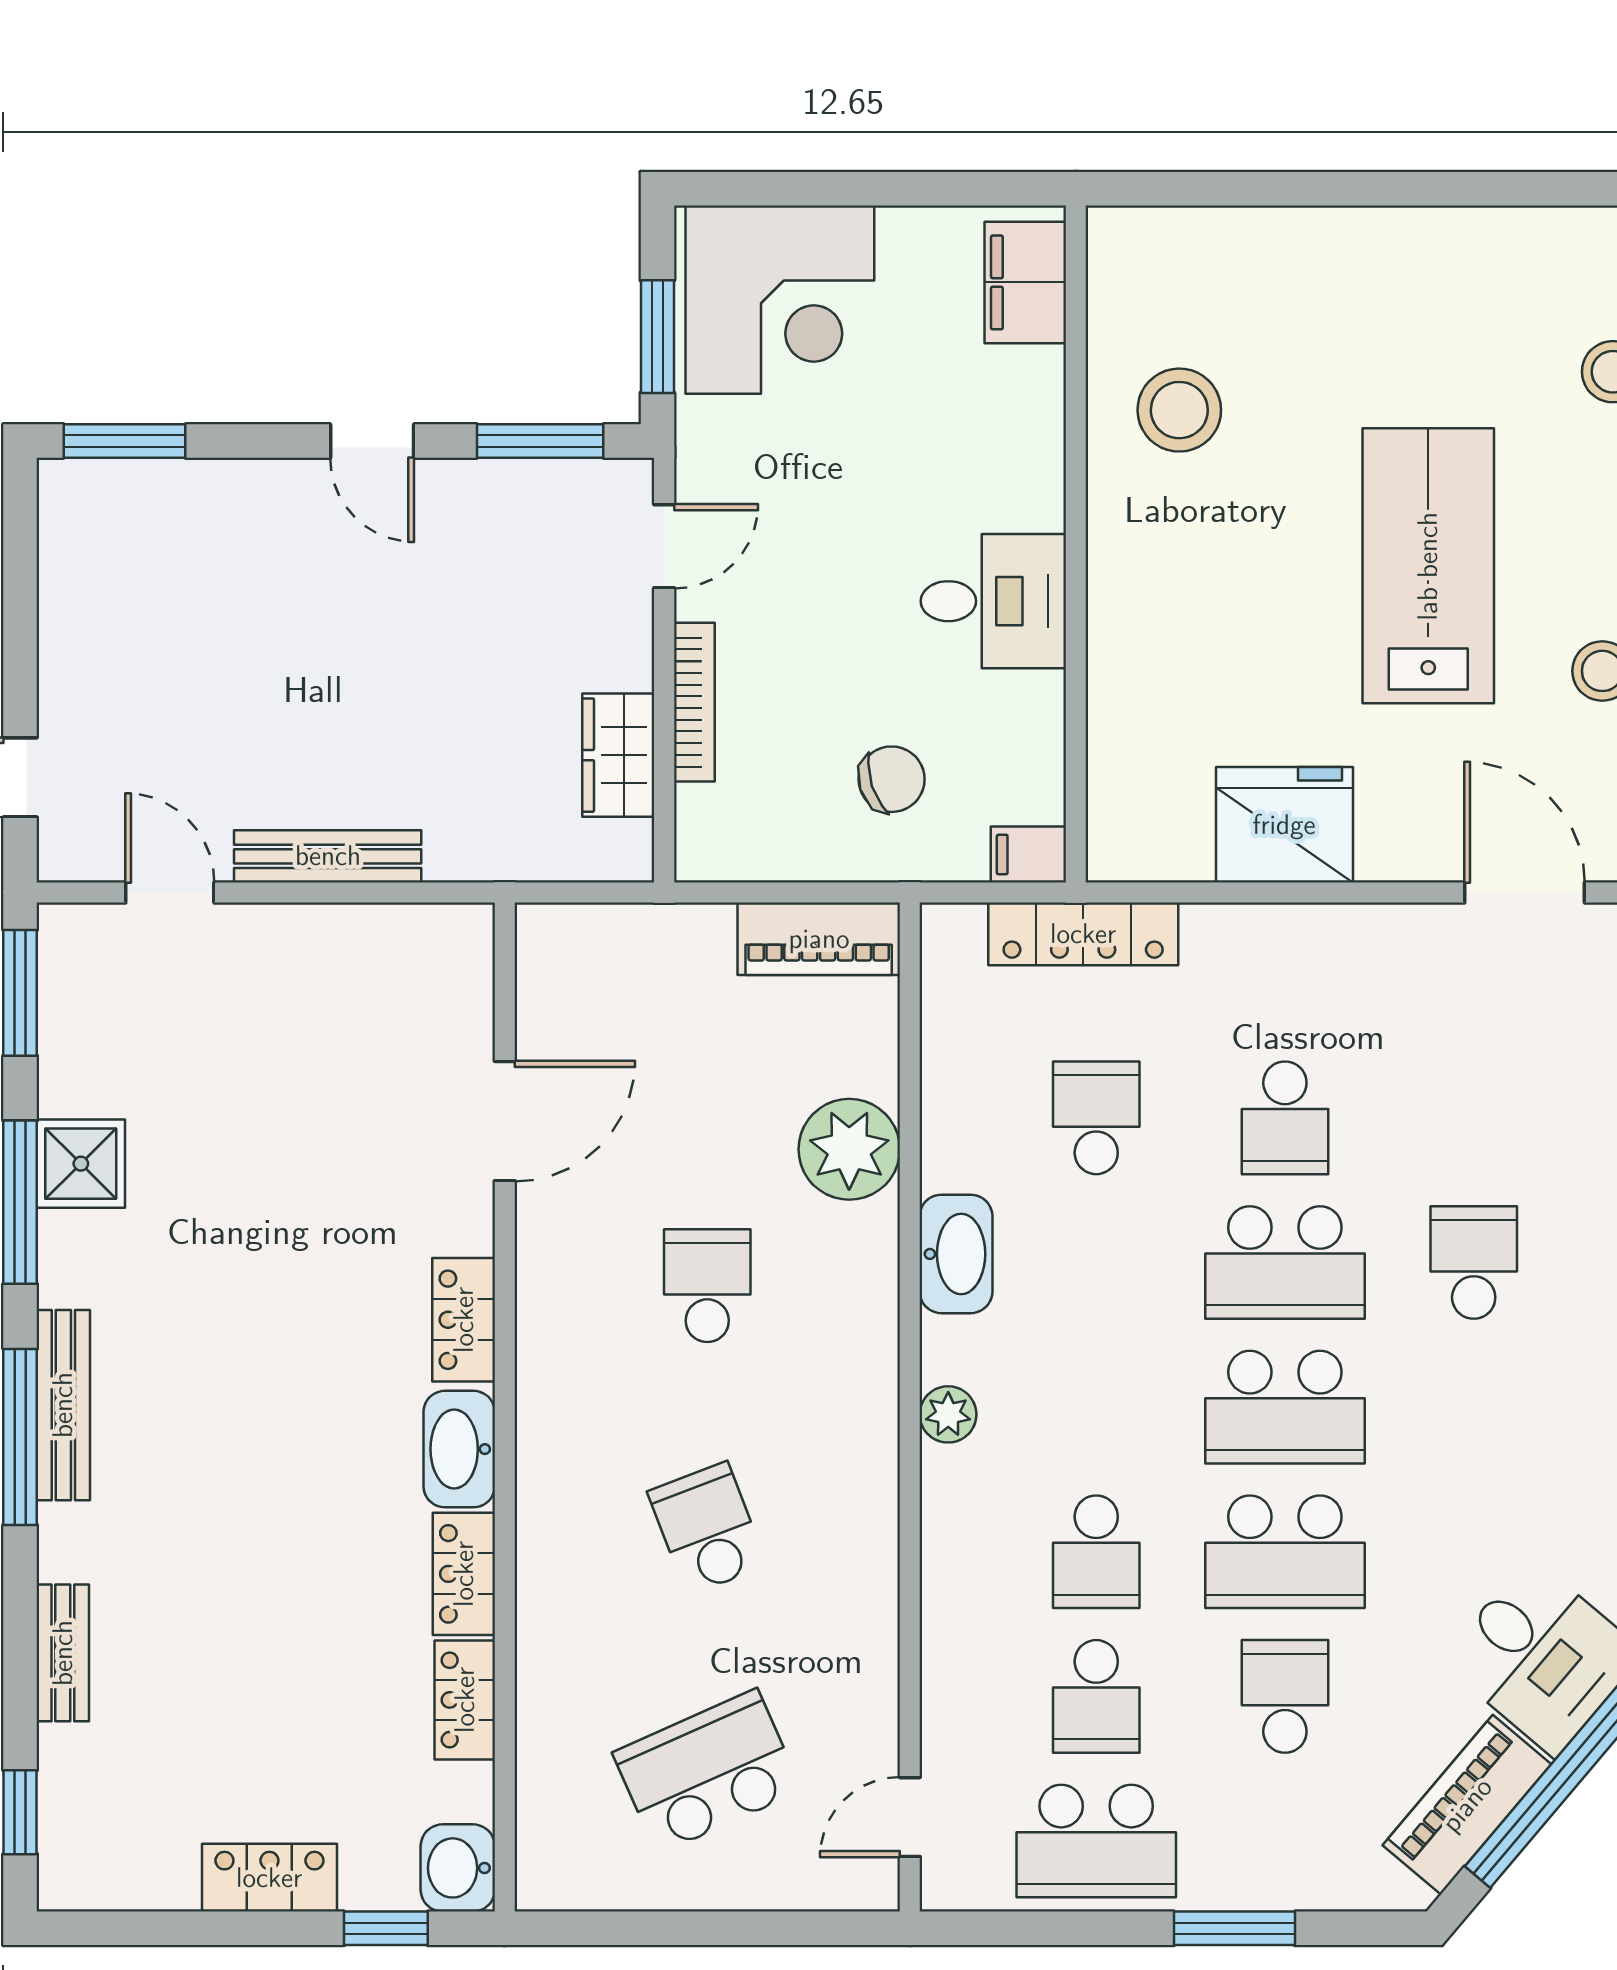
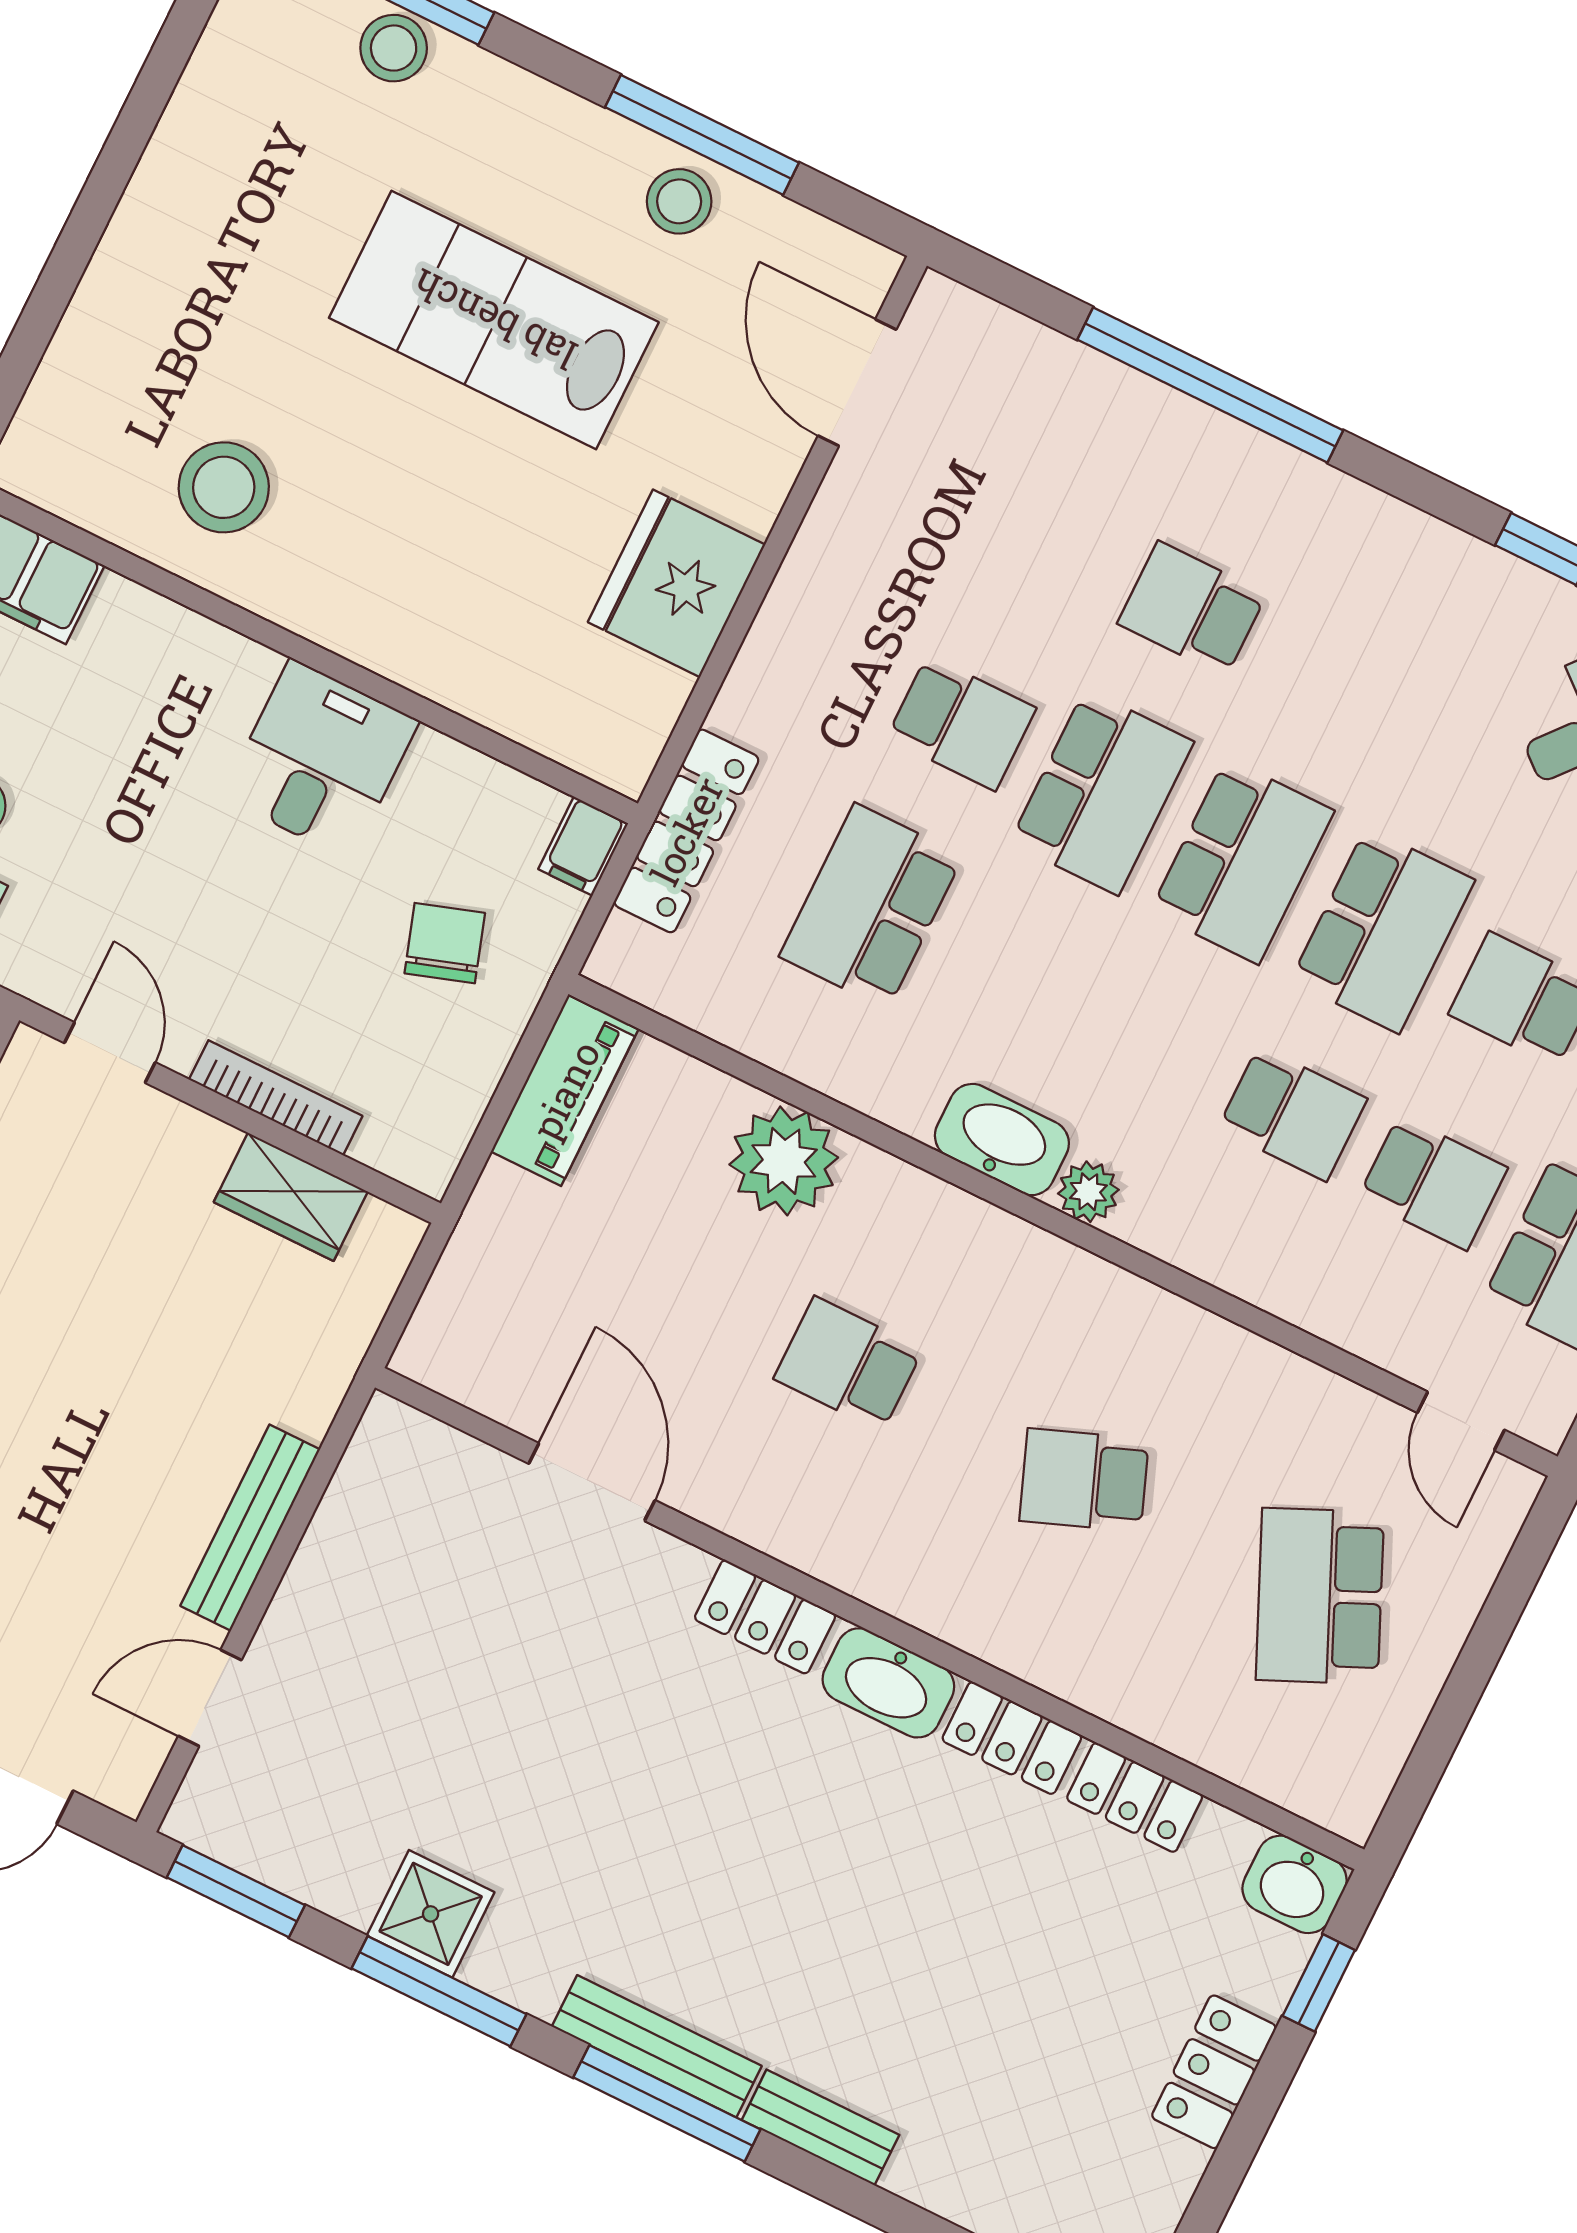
door: (1525, 893) -> (857, 383), hinge flipped
school desk: (1096, 1118) -> (871, 906), width x1.85
washbasin: (956, 1254) -> (1002, 1140), moved
bench: (63, 1653) -> (820, 2127), moved

